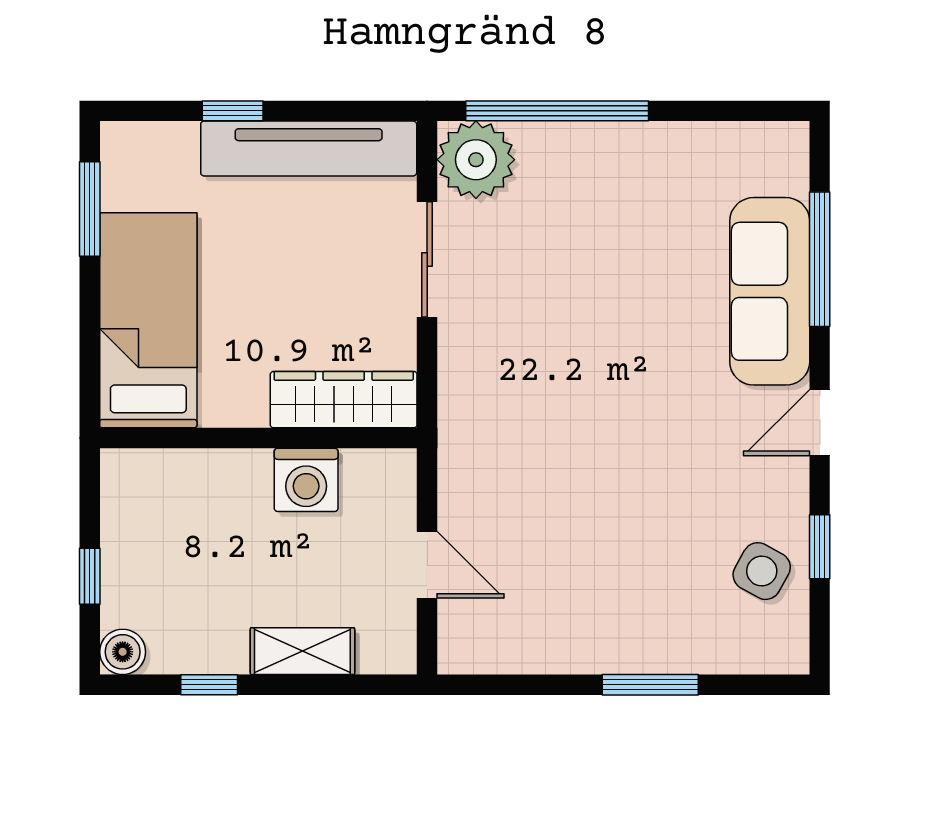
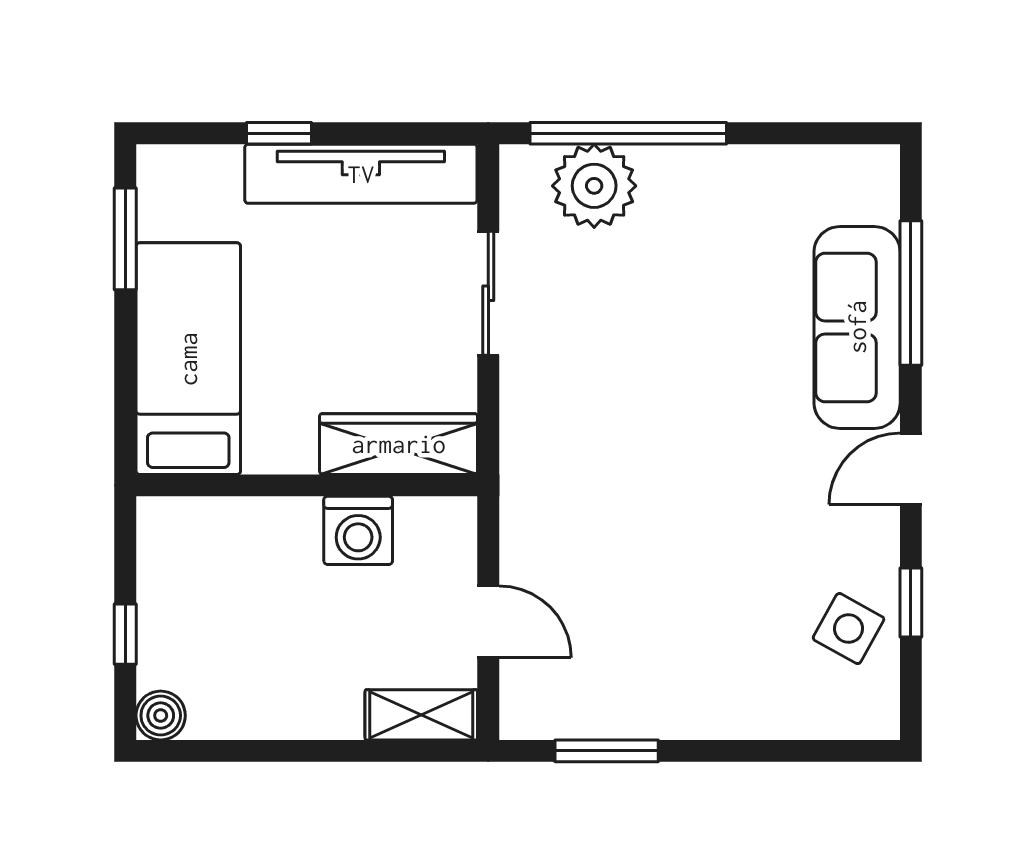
plant: (476, 160) -> (594, 186), moved
shelving: (302, 651) -> (421, 715), moved
window: (209, 685) -> (254, 751), removed
window: (650, 685) -> (607, 751), moved

